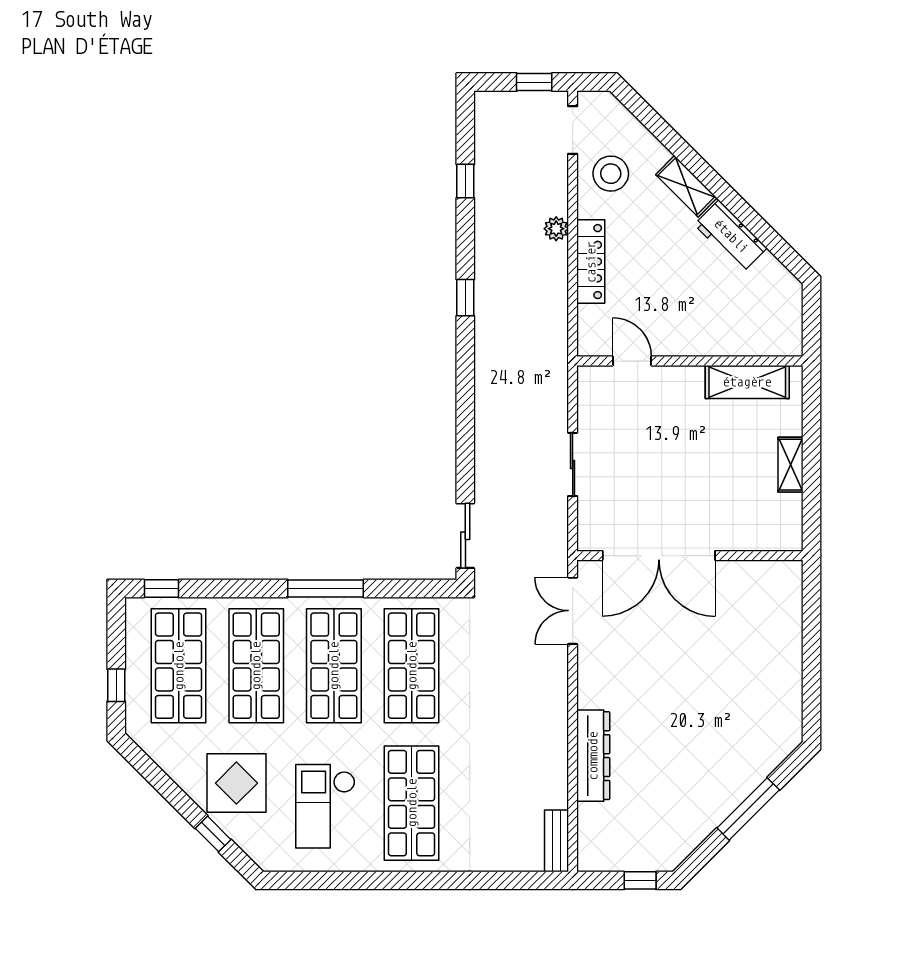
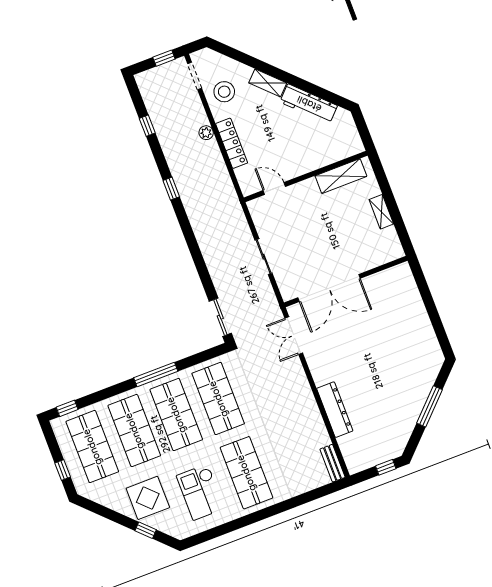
workbench: (731, 236) -> (309, 104), width x1.37

